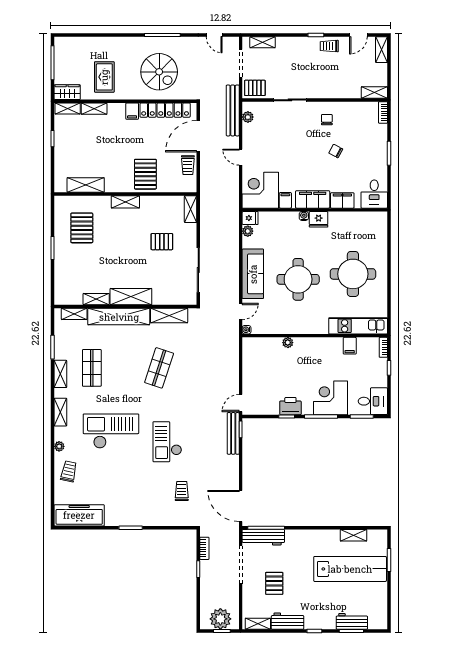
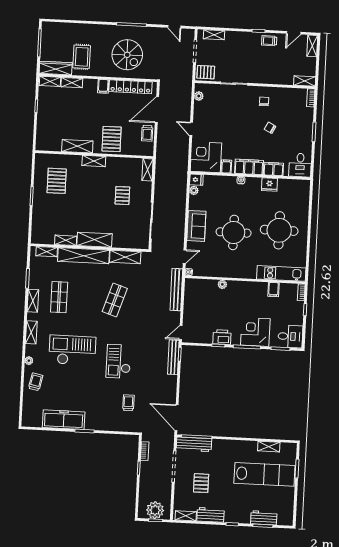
wardrobe: (67, 92) -> (56, 68), width x1.50
bench: (233, 110) -> (176, 290), moved
shelving: (86, 185) -> (77, 146), moved
fridge: (319, 219) -> (269, 184), moved
pallet: (162, 242) -> (122, 196), turned 90
sofa: (253, 274) -> (196, 226), width x0.73
freezer: (79, 515) -> (64, 420), moved

